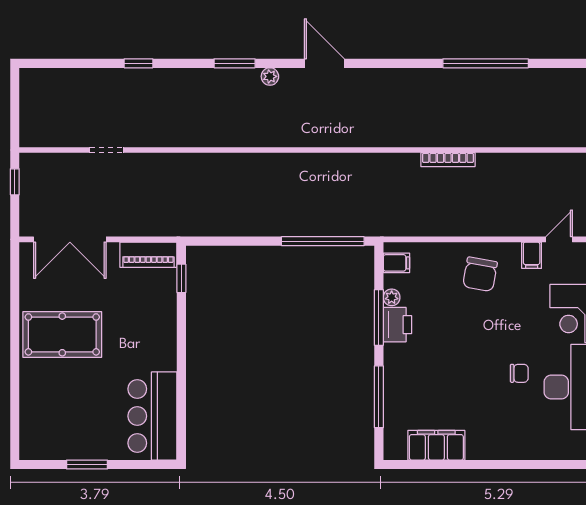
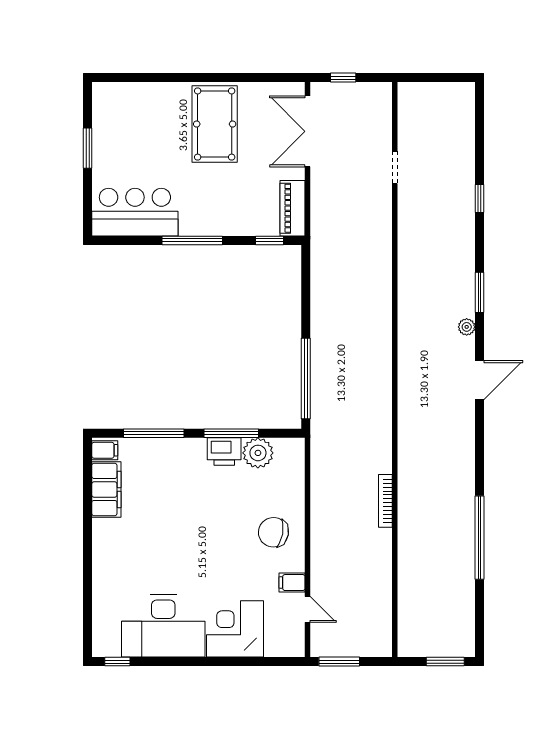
window: (15, 182) -> (343, 78), moved
filing cabinet: (396, 263) -> (105, 450), moved, turned -90
plant: (392, 297) -> (258, 453), width x1.87, depth x1.87
window: (181, 357) -> (192, 240), added
chair: (519, 373) -> (177, 571), removed

